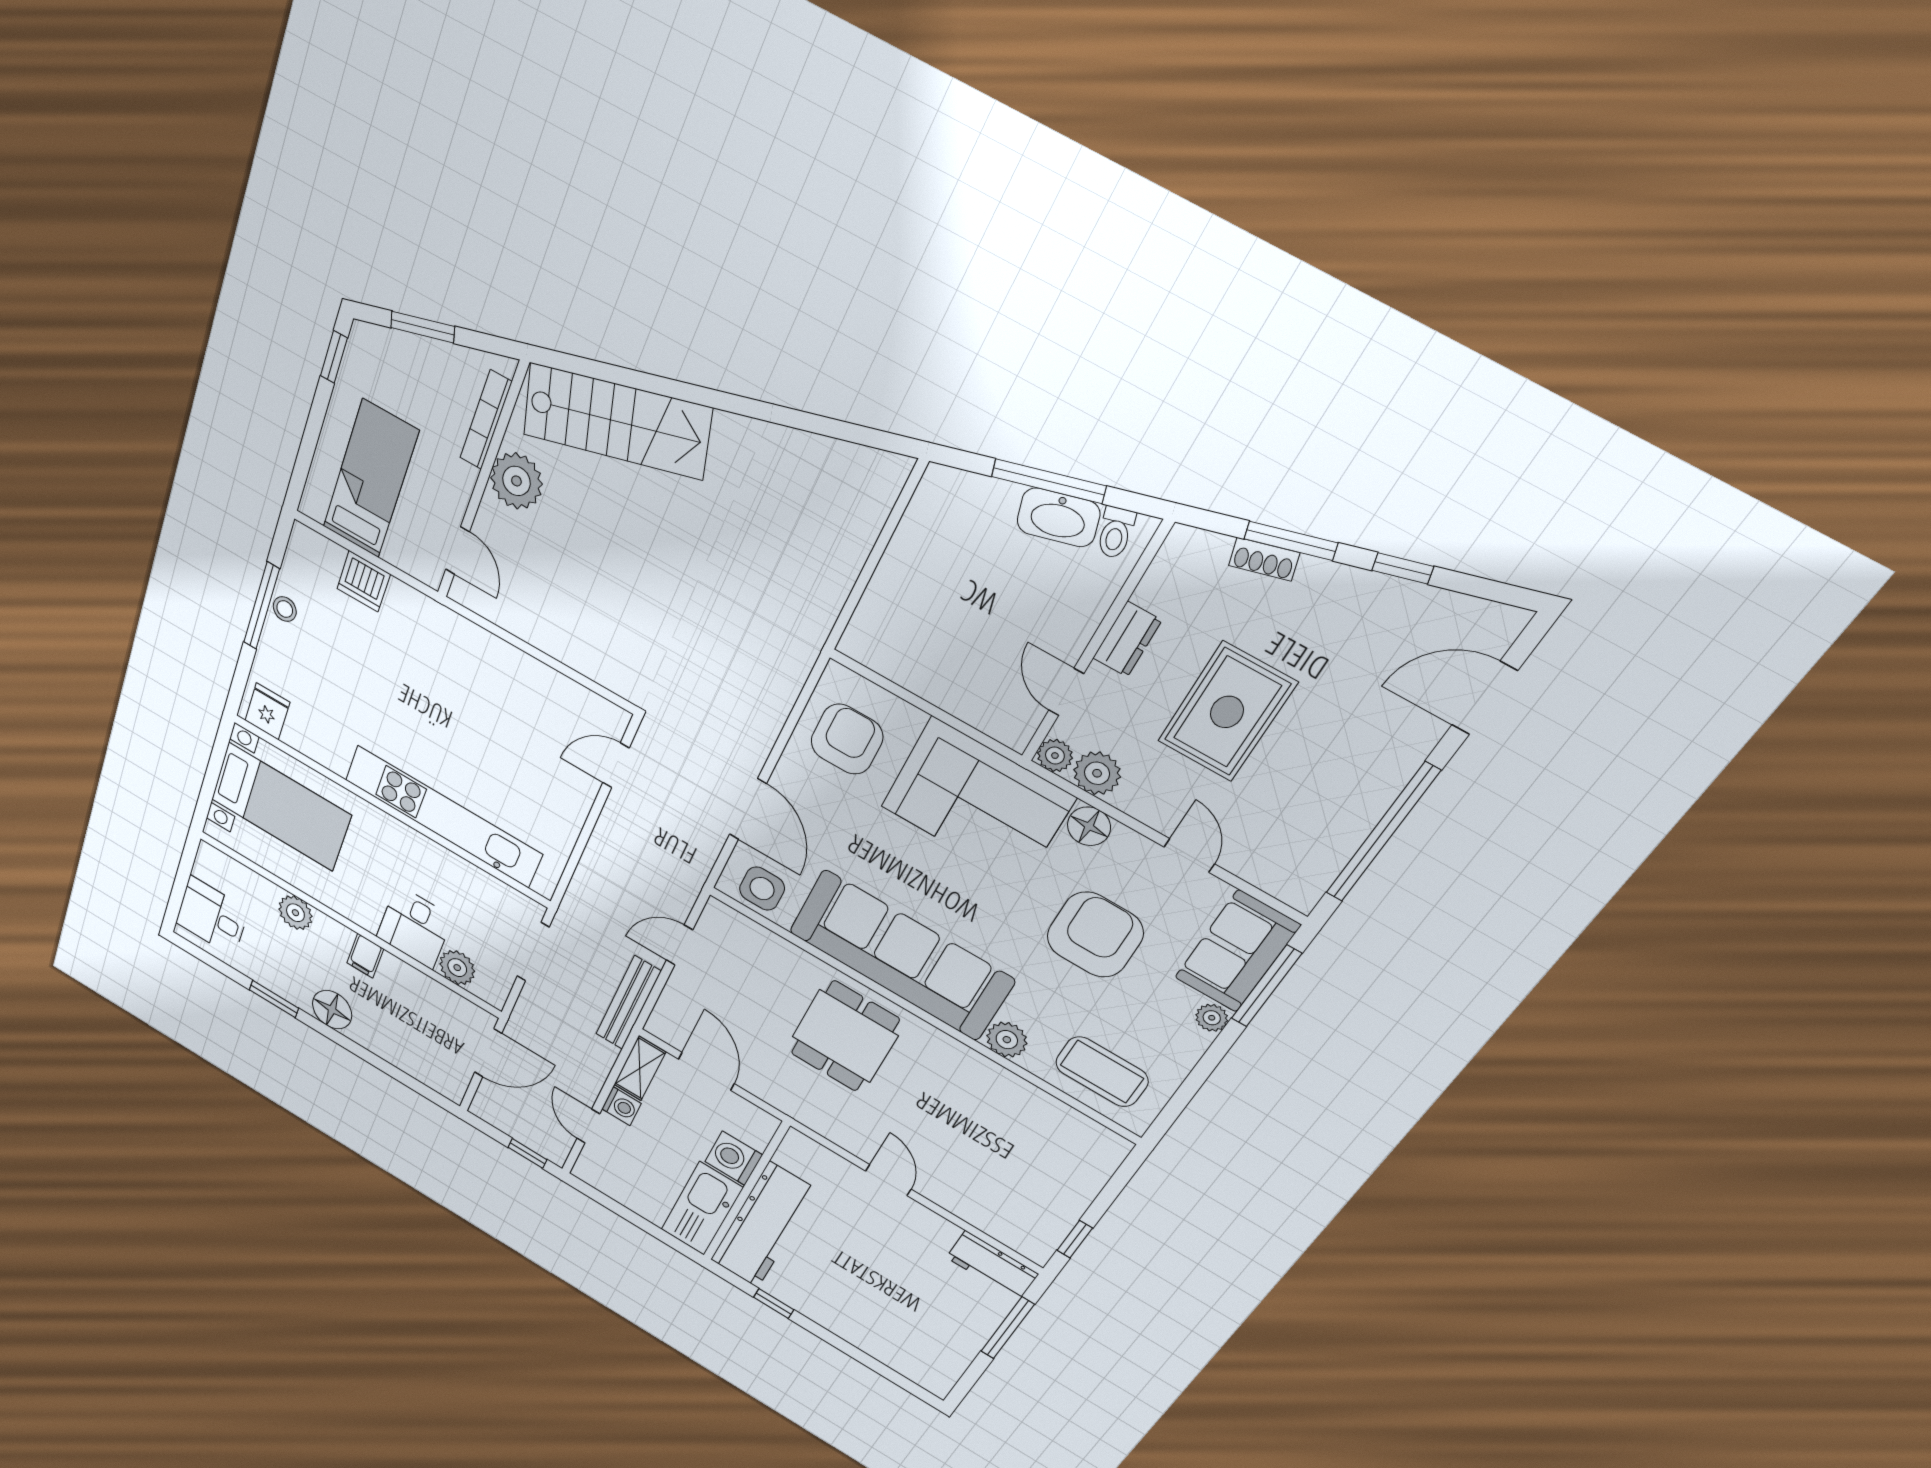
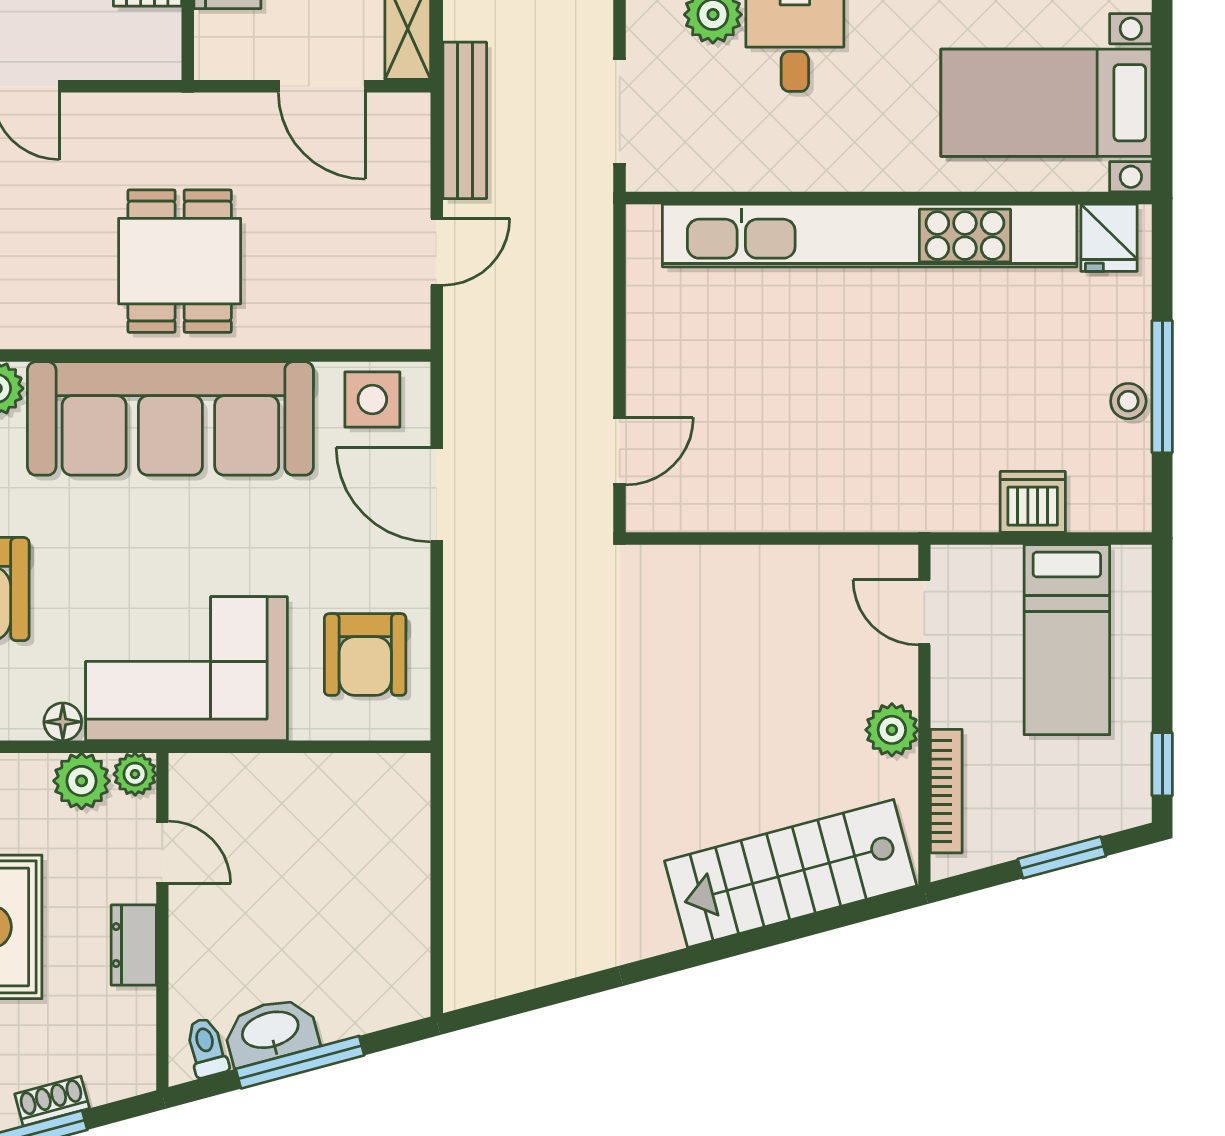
plant: (516, 481) -> (892, 730), width x0.73, depth x0.73
kitchen unit: (443, 817) -> (870, 236), width x1.36
floor lamp: (1089, 826) -> (63, 722), width x0.73, depth x0.73

